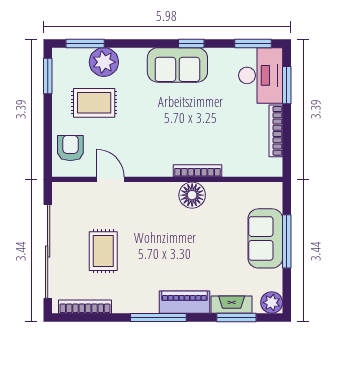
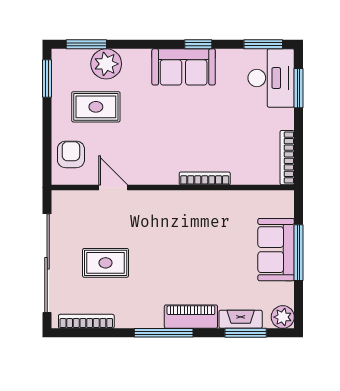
bookcase: (276, 131) -> (287, 158), moved
floor lamp: (192, 195) -> (199, 204), removed
rug: (103, 251) -> (106, 263), turned 90

